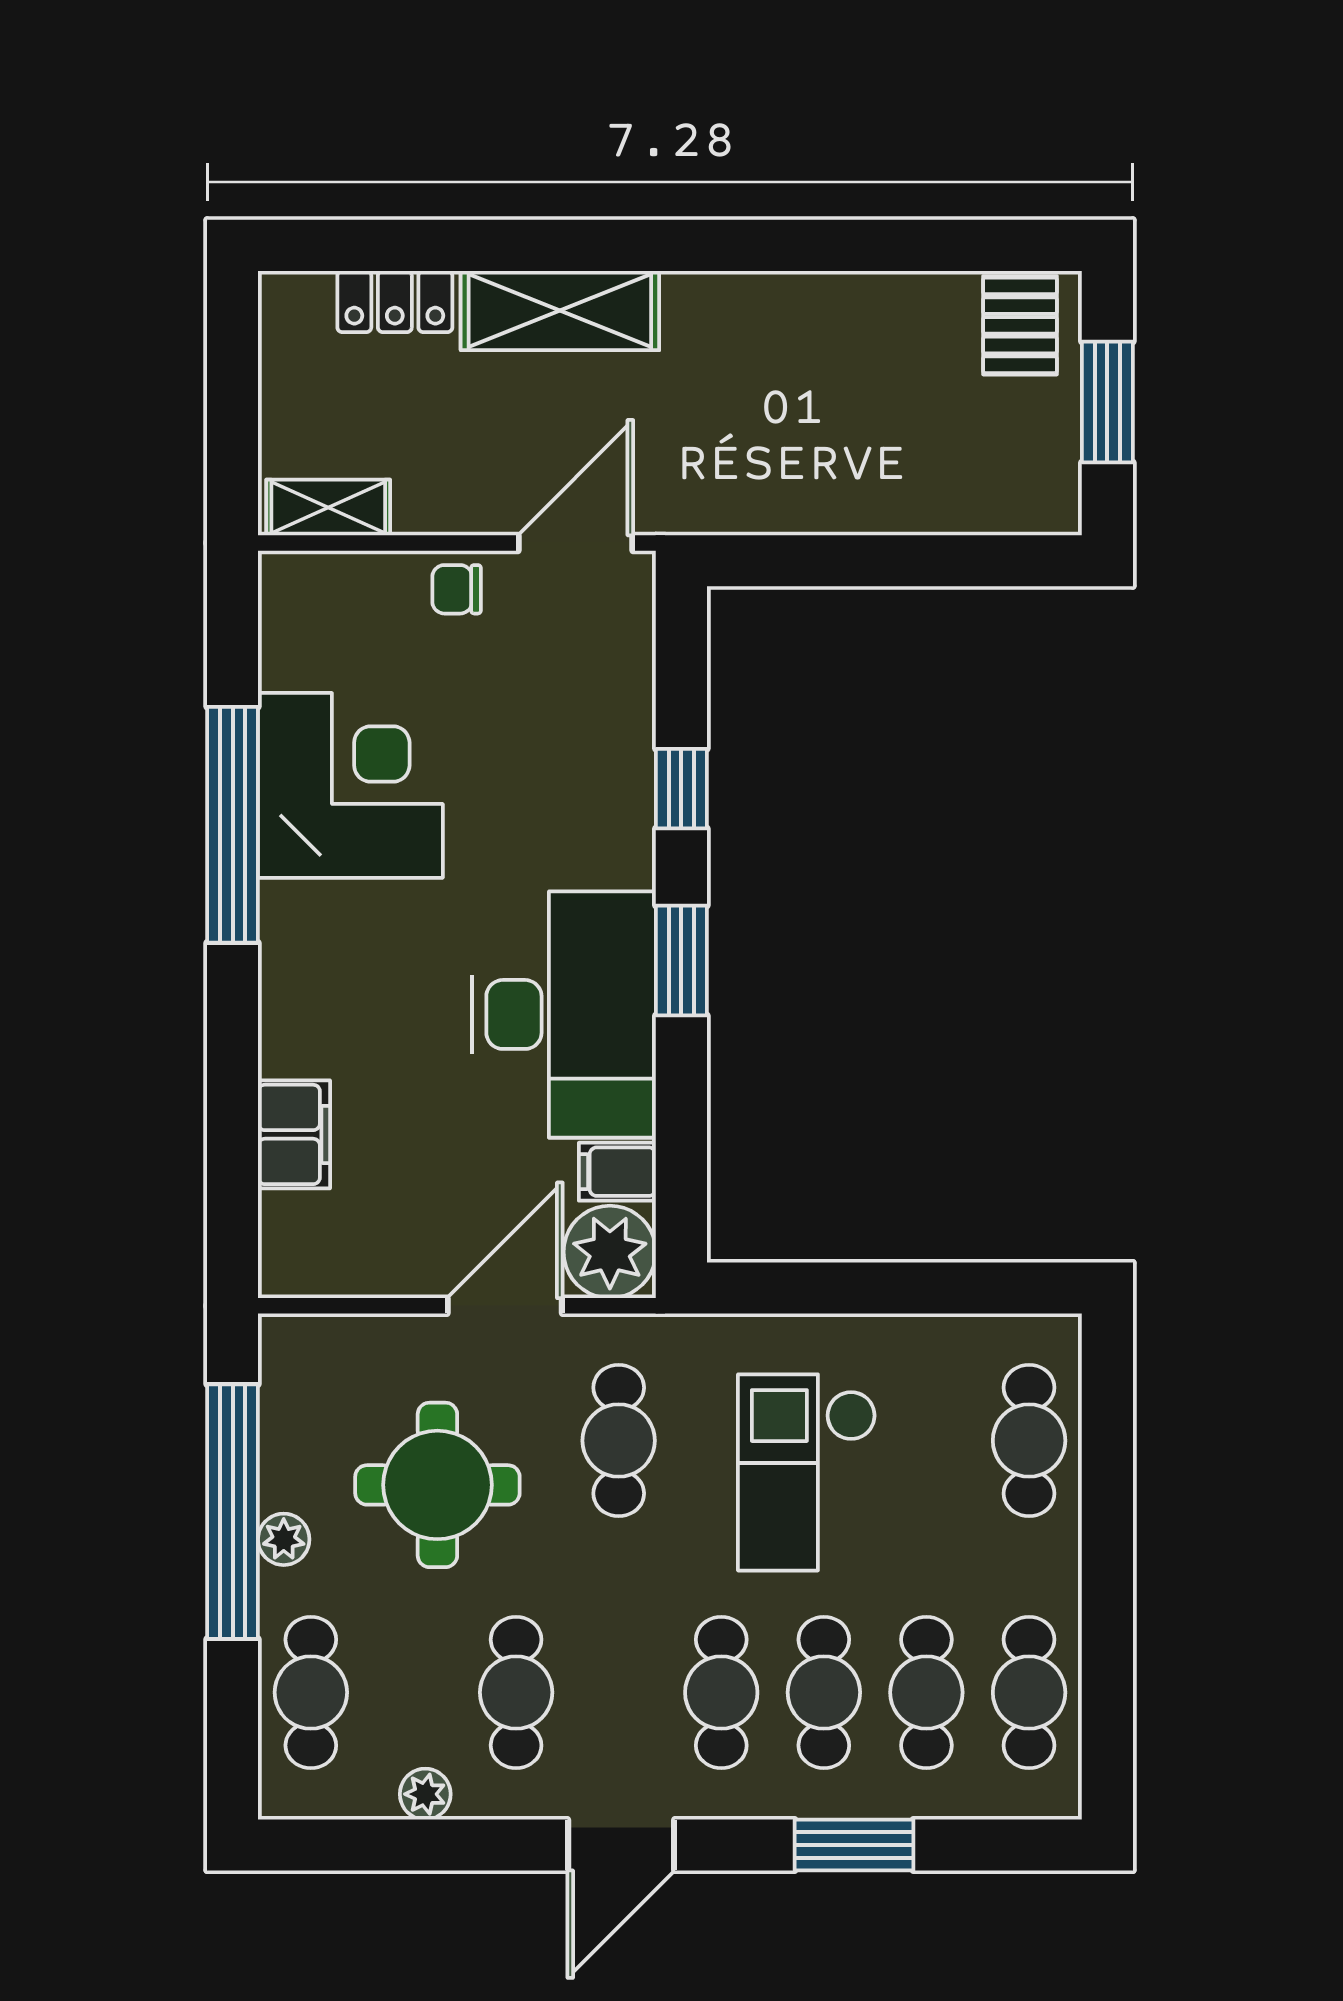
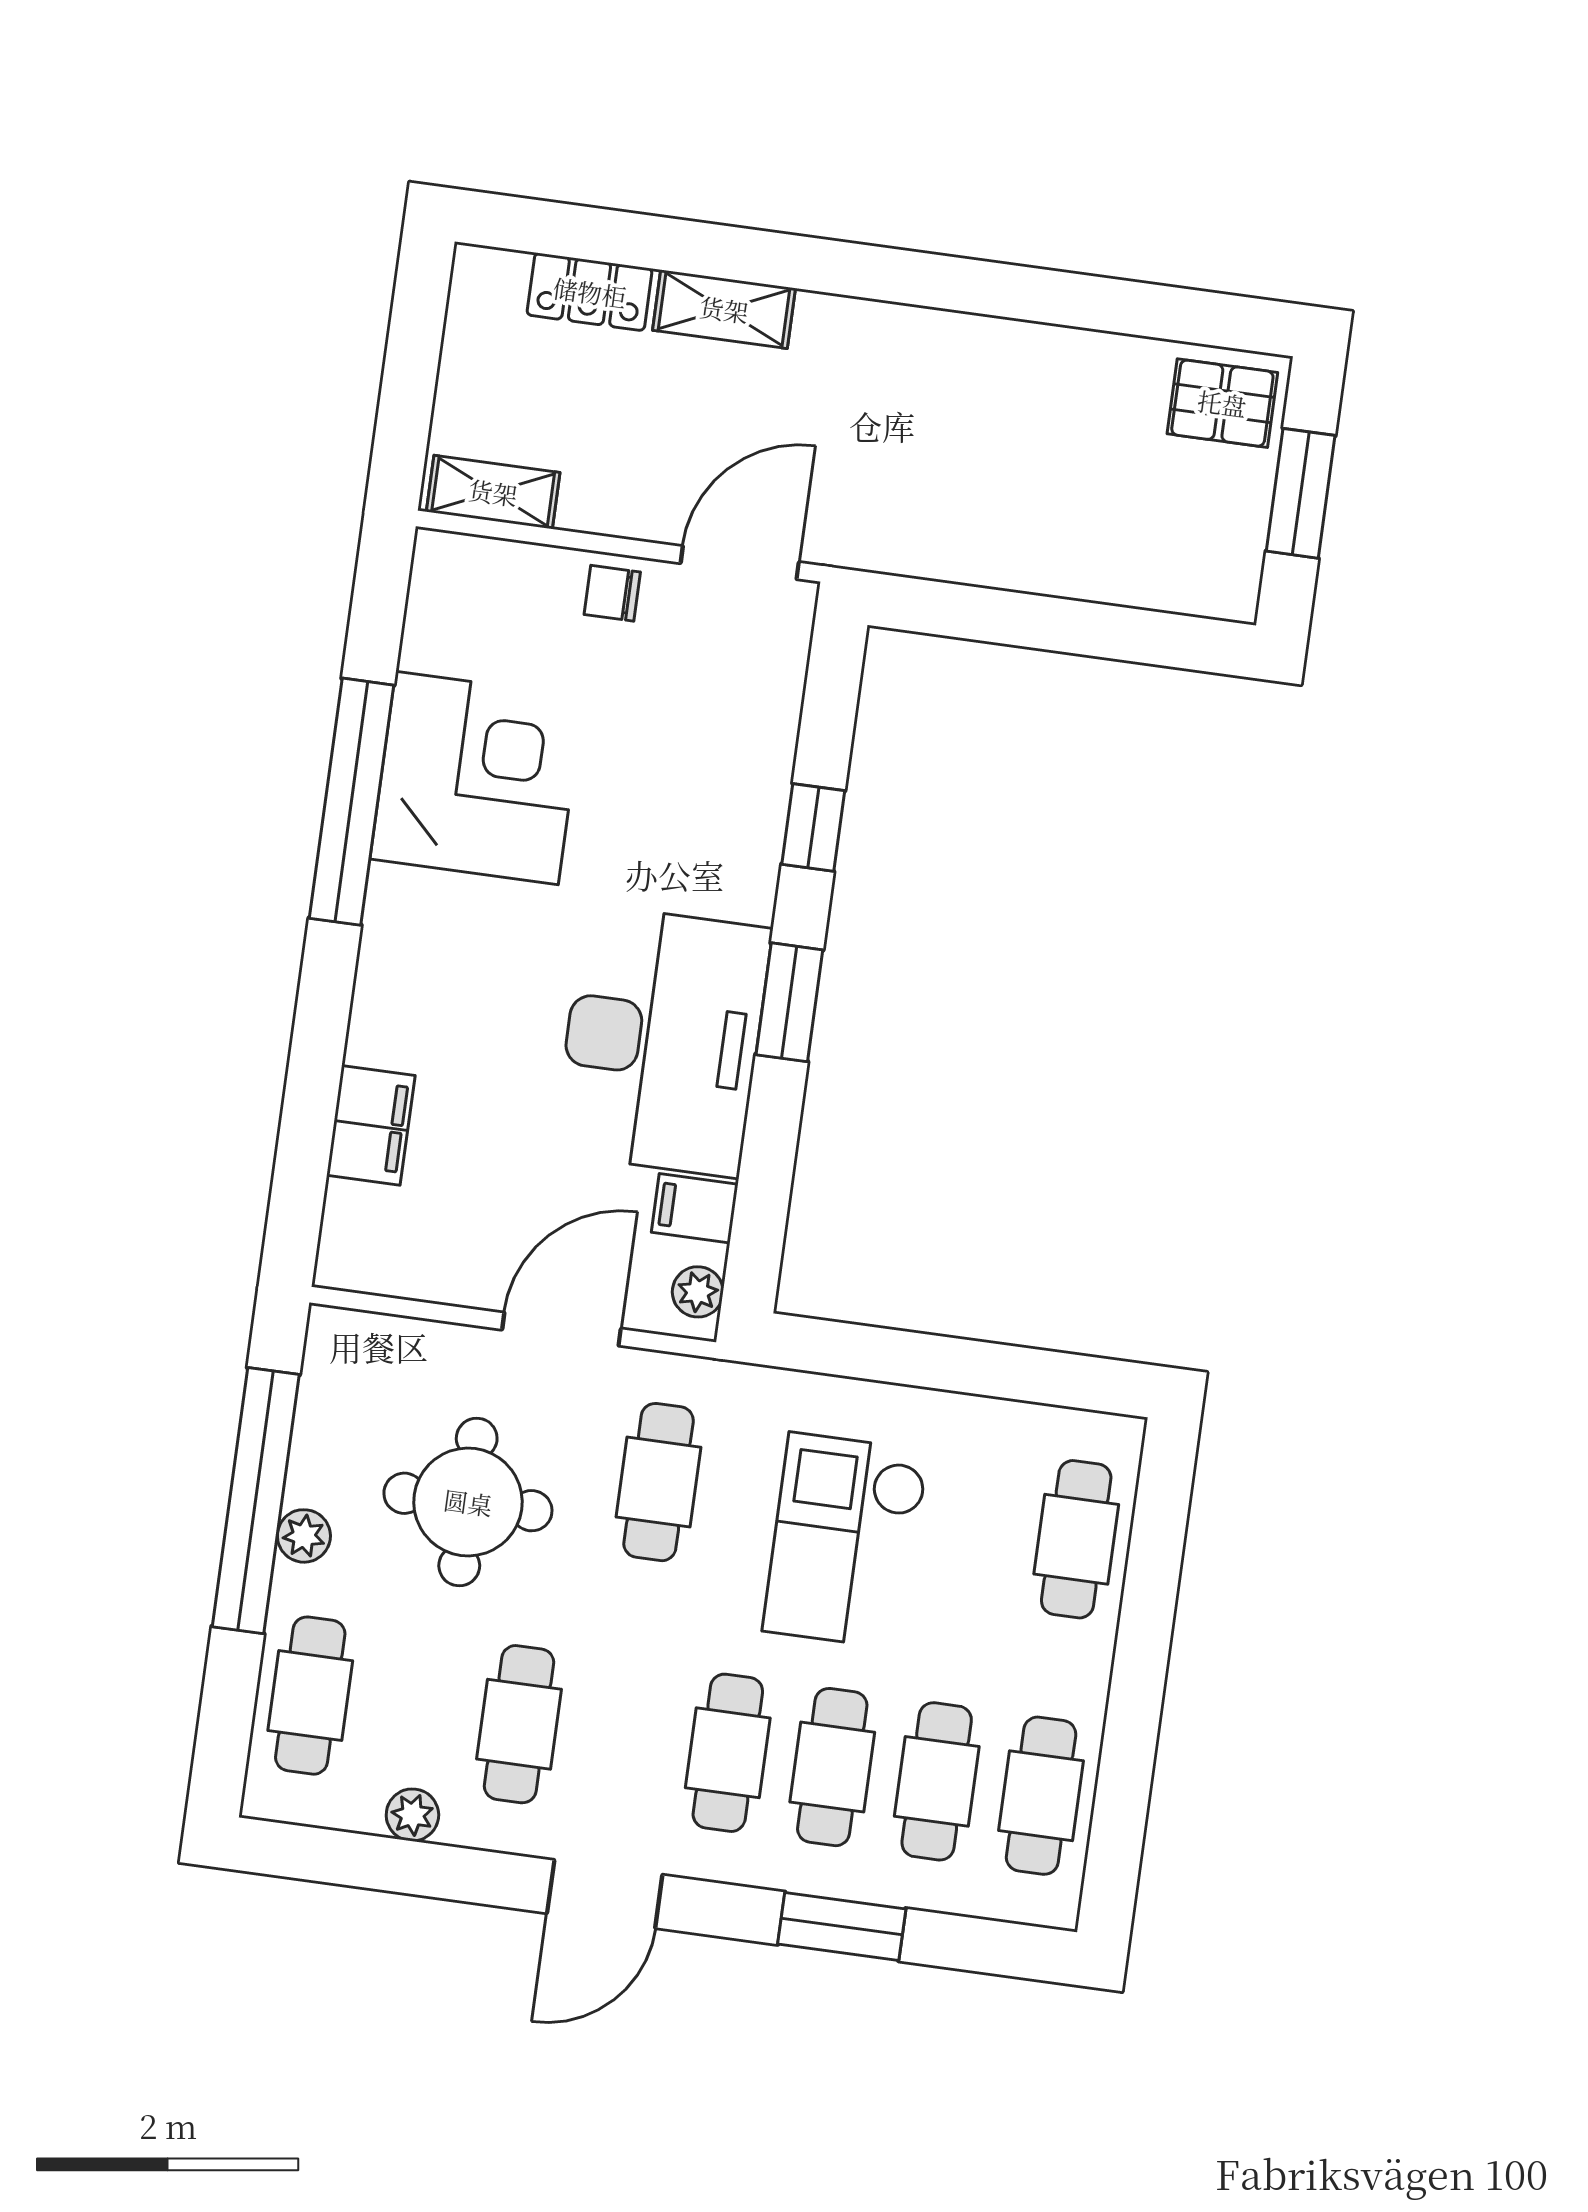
shelving: (560, 310) -> (724, 309), width x0.67, depth x0.75
pallet: (1020, 325) -> (1222, 403), turned 90
plant: (610, 1252) -> (698, 1292), width x0.53, depth x0.53

